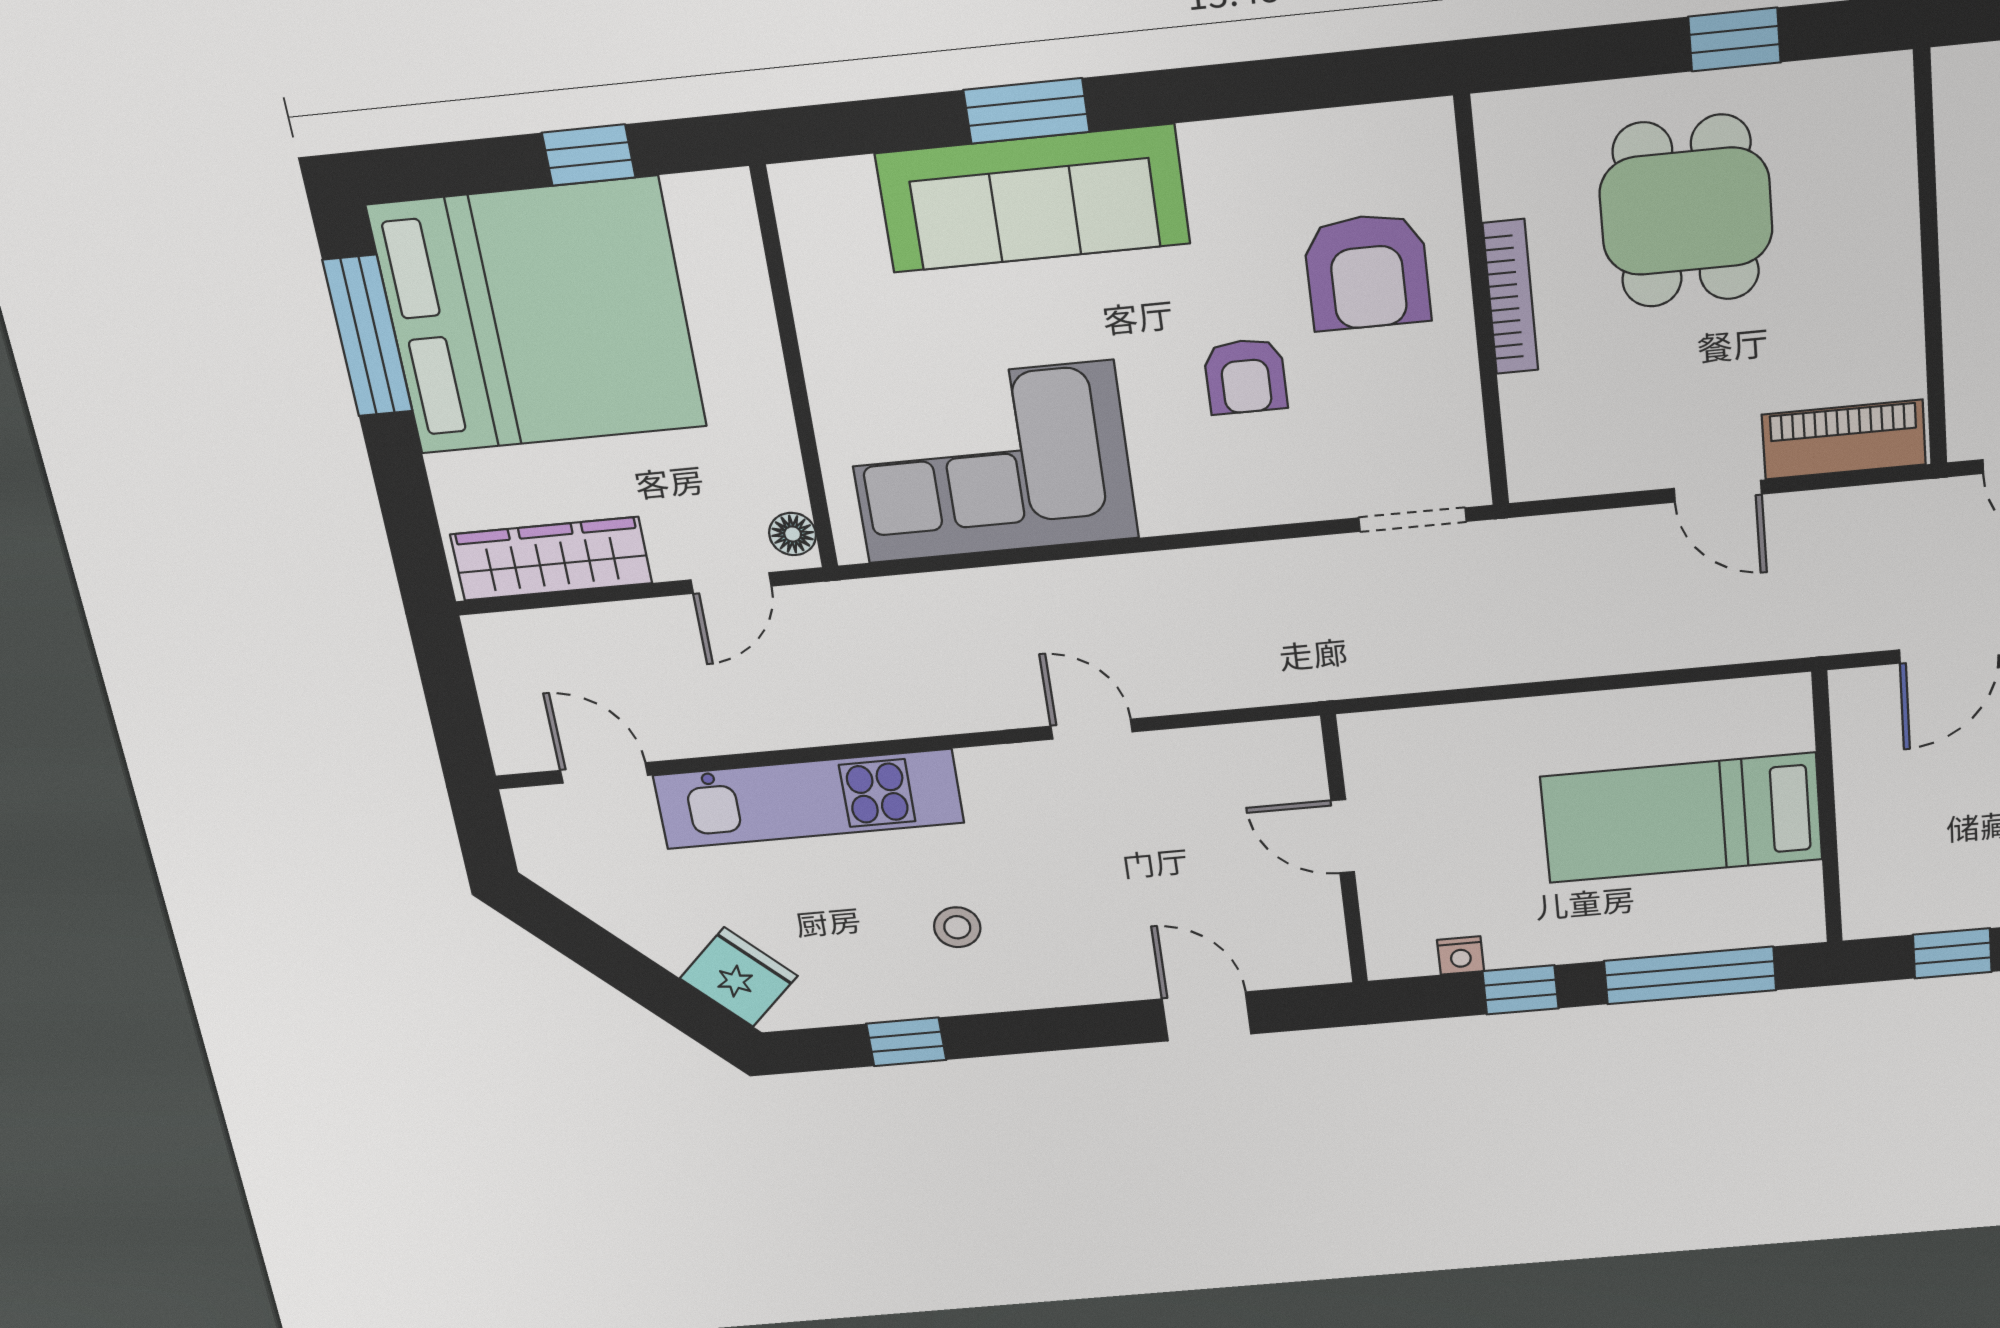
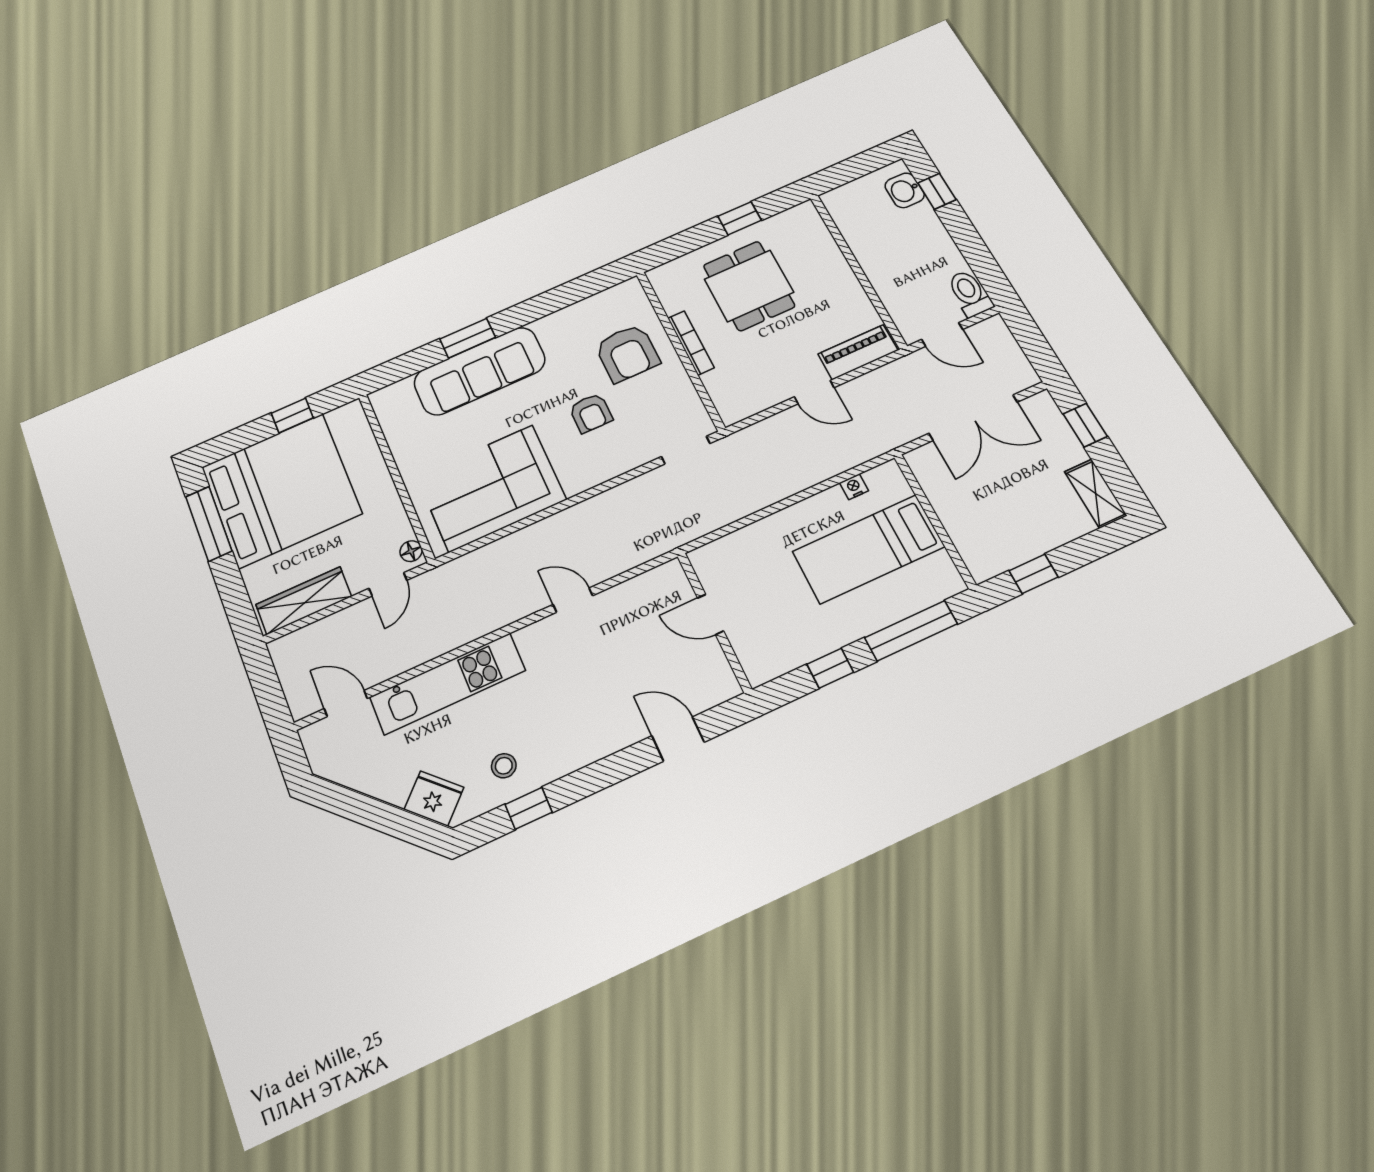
stool: (957, 927) -> (504, 766), moved
nightstand: (1461, 956) -> (854, 487), moved, turned 180

